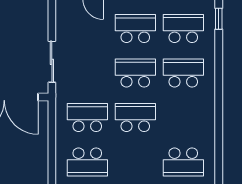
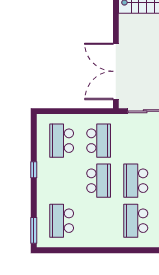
school desk: (135, 73) -> (136, 181), turned 180
school desk: (183, 73) -> (136, 221), turned 180

